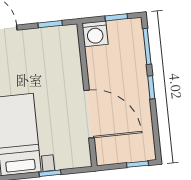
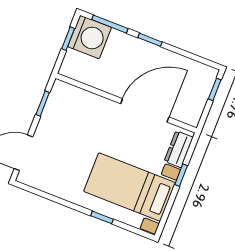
washing machine: (95, 34) -> (90, 37), moved, width x1.37, depth x1.37
dresser: (71, 160) -> (179, 149), added

